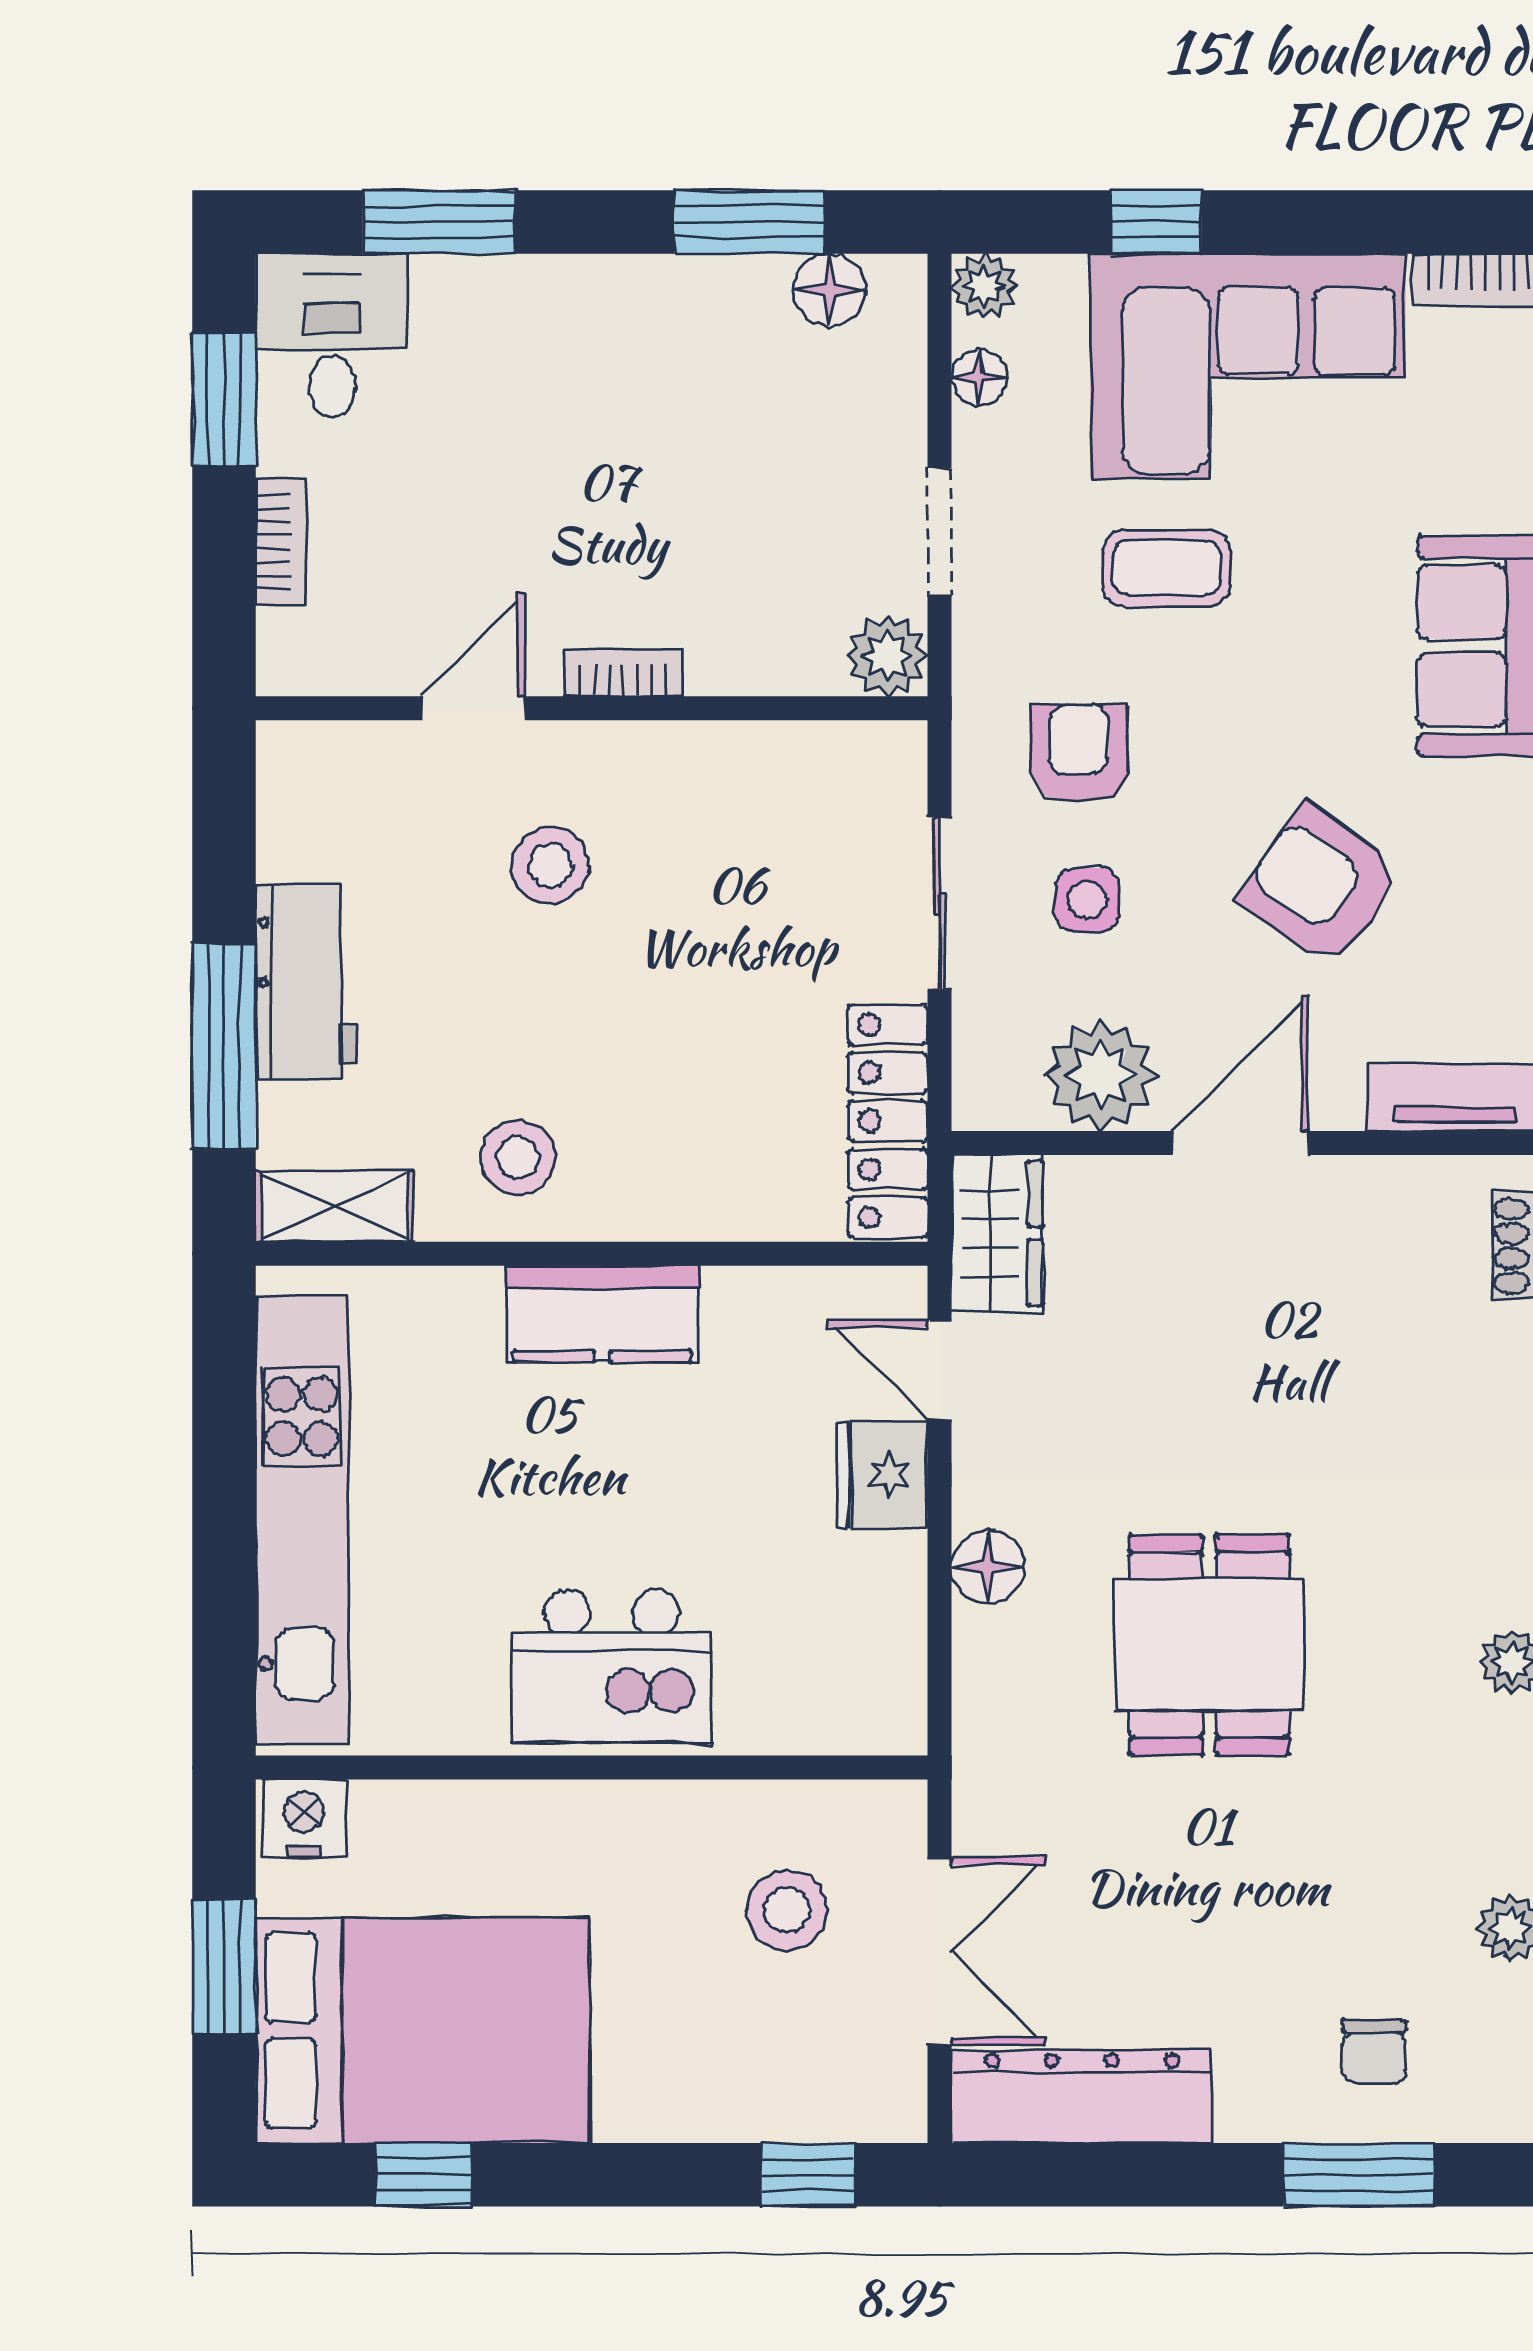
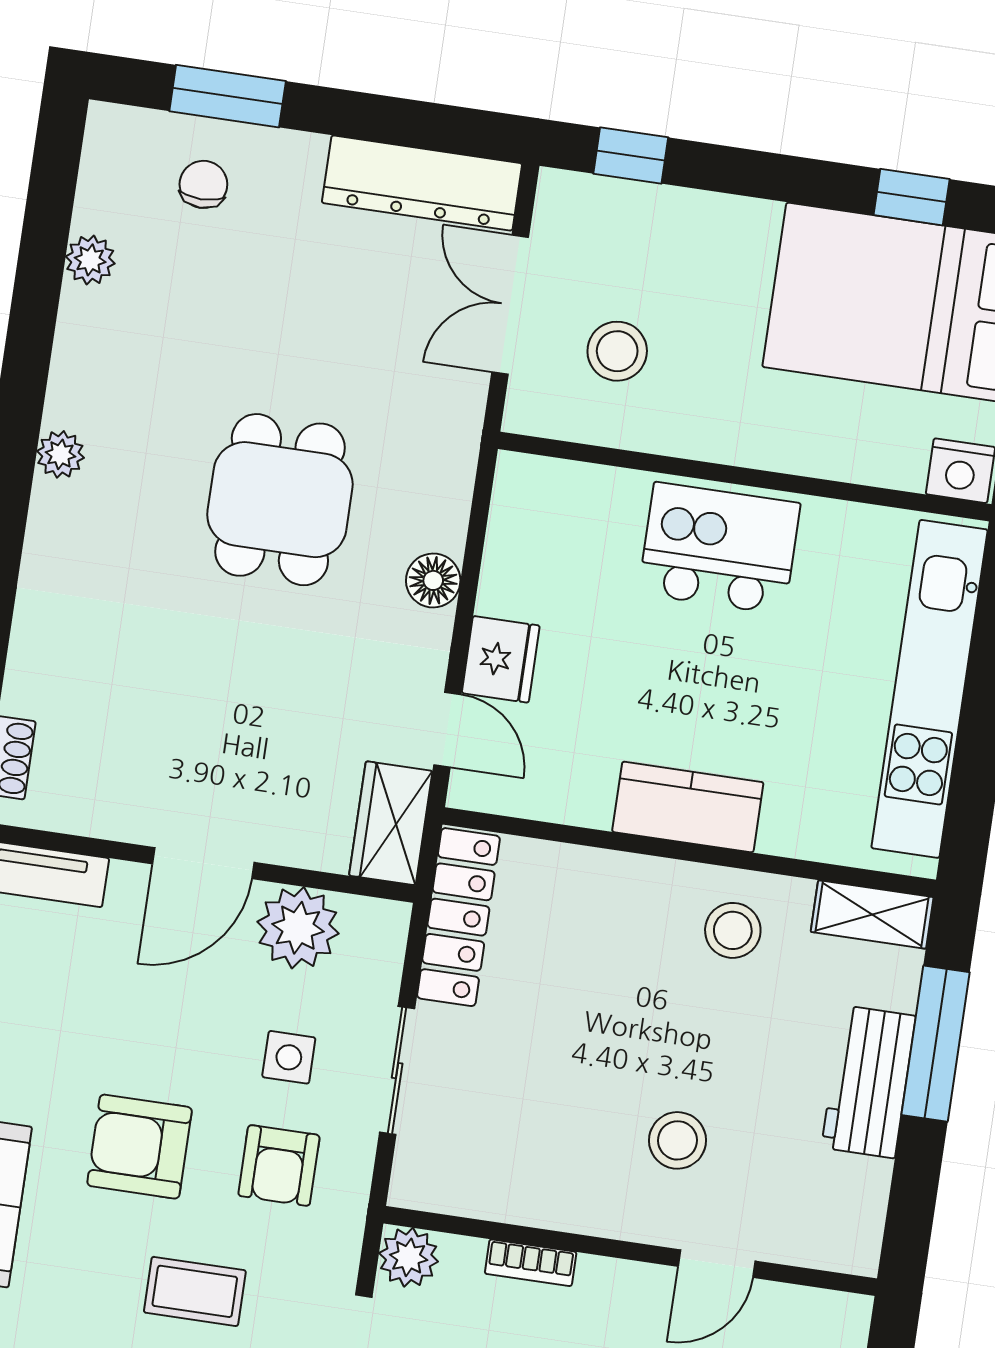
bookcase: (623, 673) -> (531, 1263), moved
armchair: (1321, 886) -> (140, 1147), moved, turned 145

